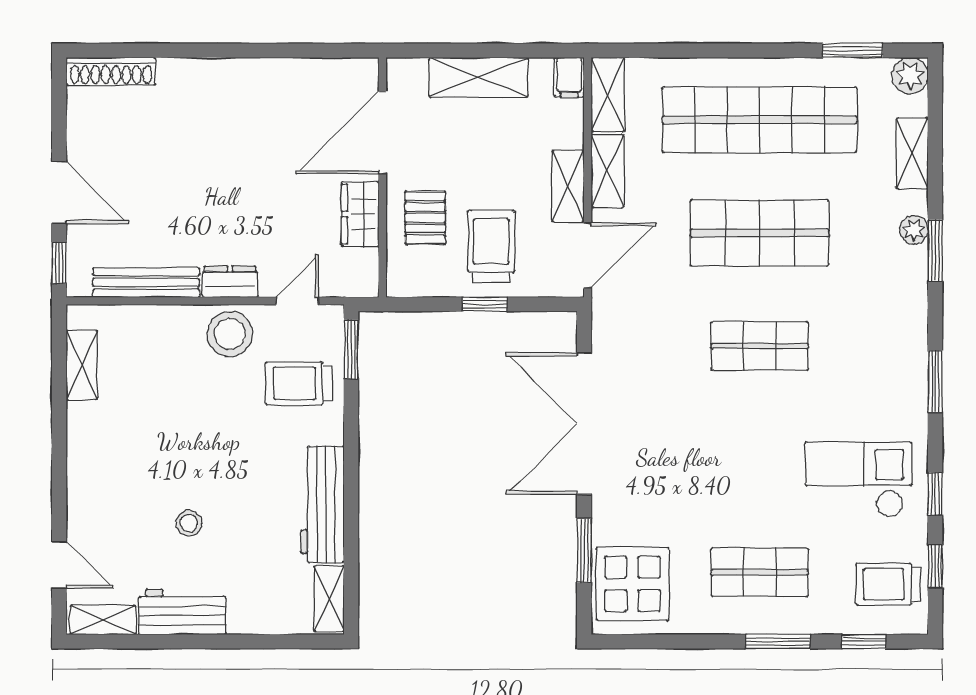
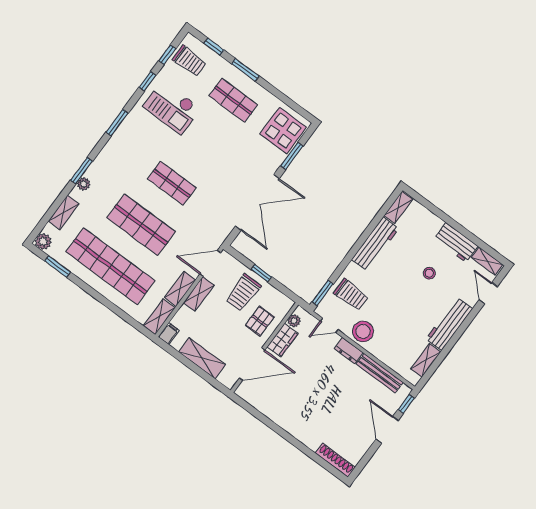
plant: (365, 263) -> (294, 321), added
workbench: (88, 460) -> (449, 324), added

